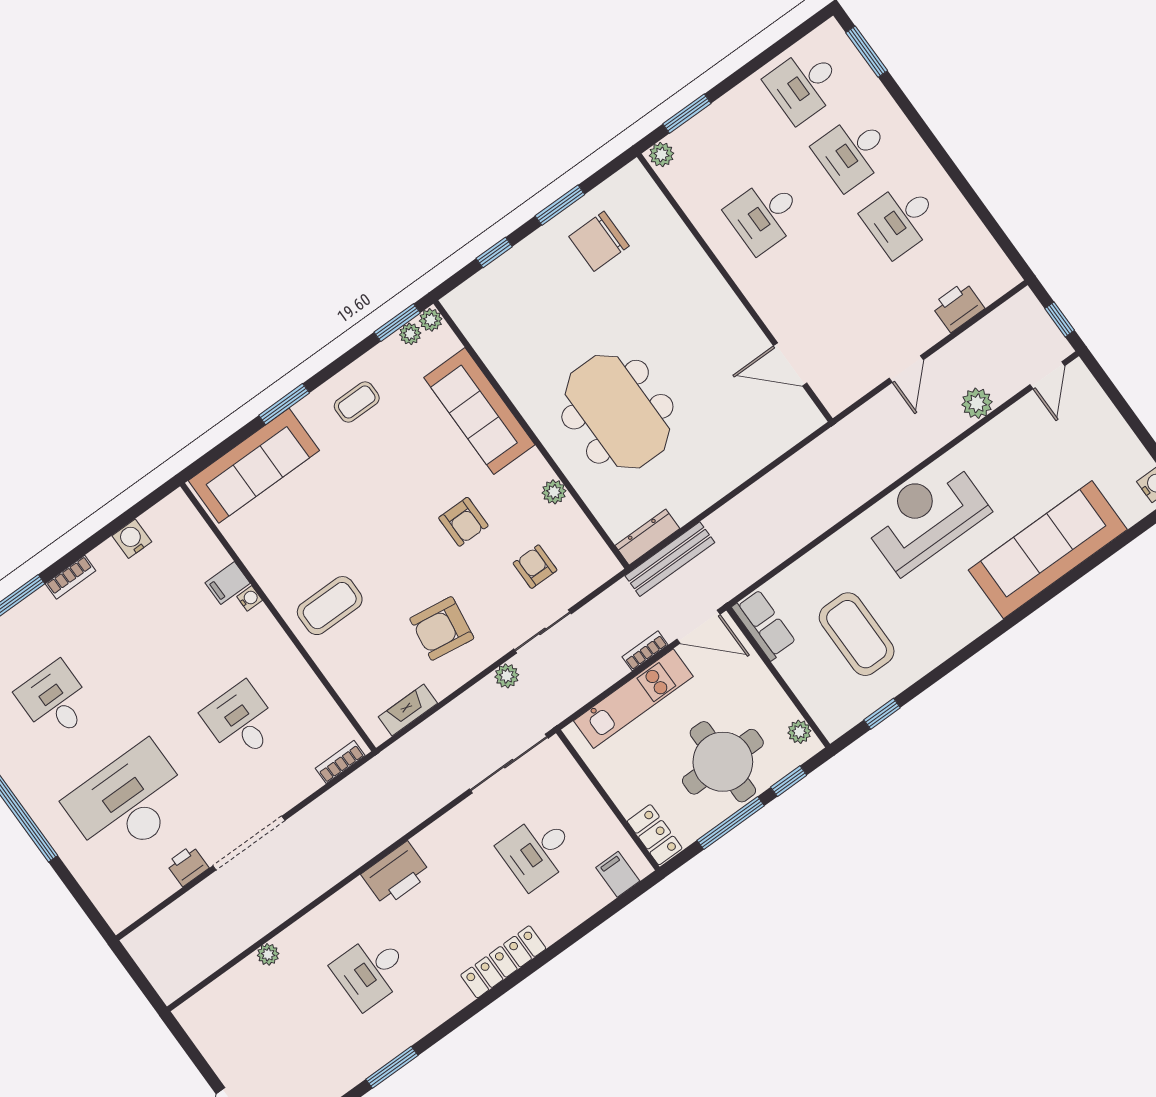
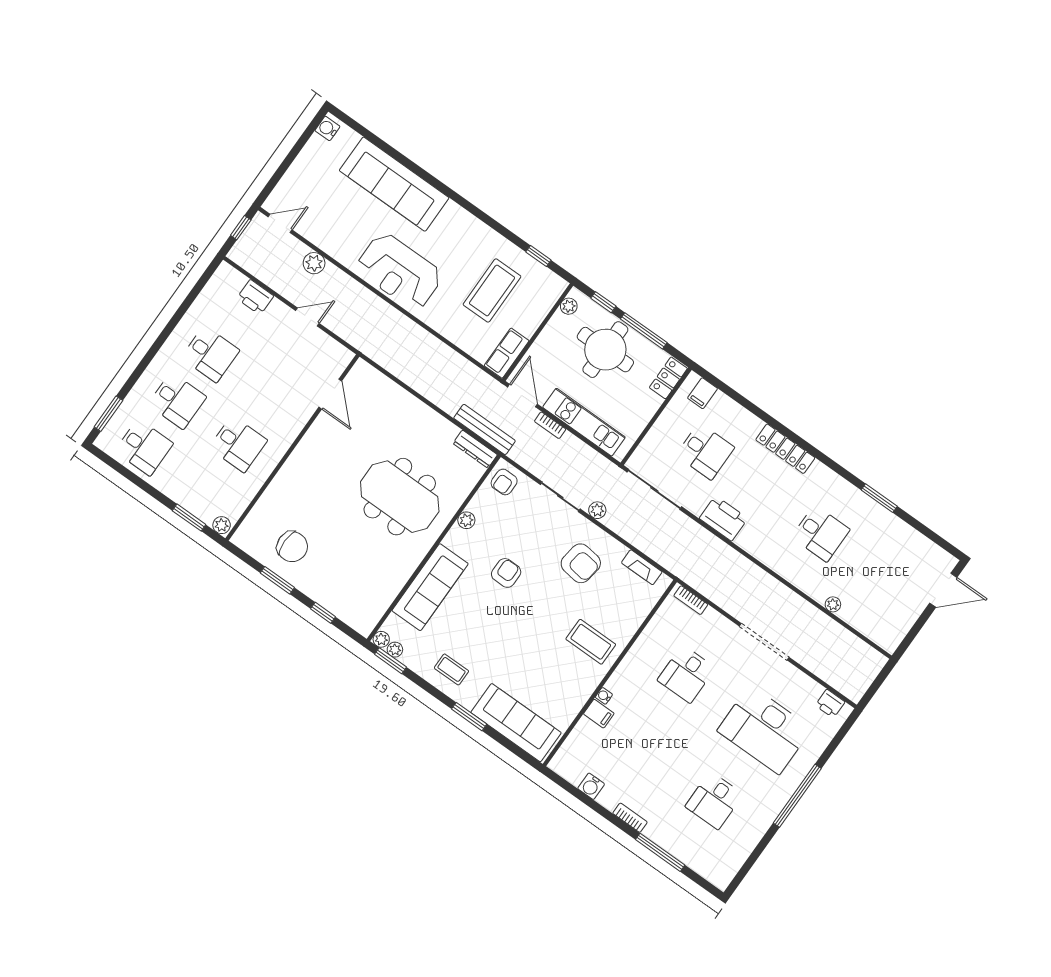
meeting table: (617, 412) -> (400, 497), turned 90
armchair: (535, 567) -> (504, 482), moved
printer: (187, 866) -> (830, 704), moved
printer: (396, 874) -> (724, 518), moved

